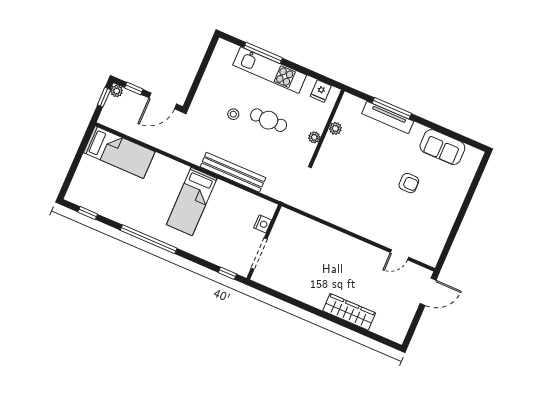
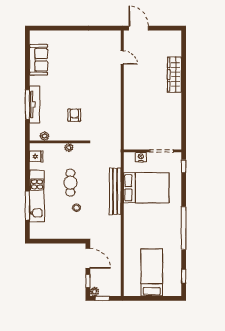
plant: (335, 128) -> (44, 136), moved
bed: (119, 152) -> (152, 272), moved
armchair: (409, 183) -> (74, 115), moved
bed: (192, 201) -> (146, 188), moved, width x1.50

